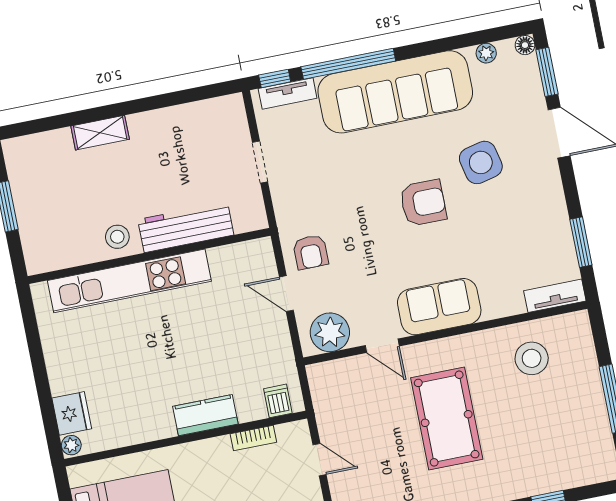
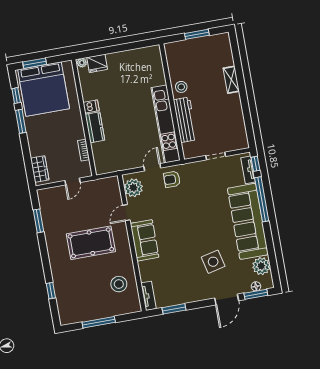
floor lamp: (525, 45) -> (256, 286), moved
plant: (486, 53) -> (261, 266), width x1.87, depth x1.87
armchair: (423, 203) -> (194, 234), removed
kitchen unit: (129, 281) -> (166, 124), moved
dishwasher: (278, 401) -> (91, 107), moved

